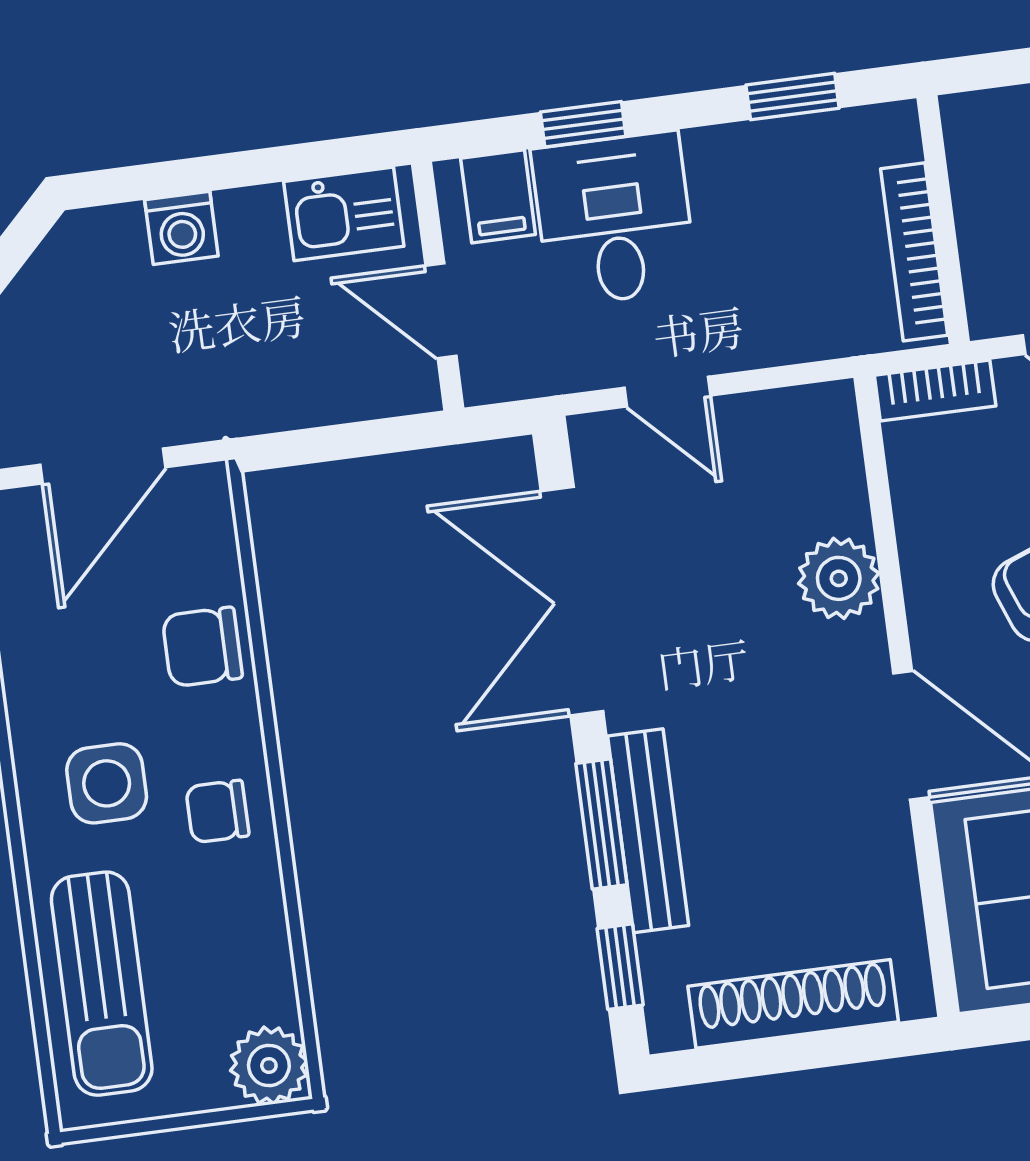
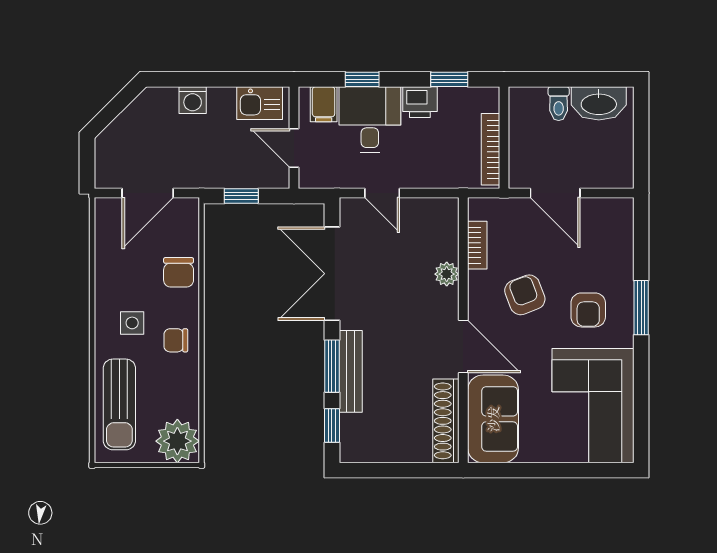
printer: (730, 161) -> (420, 102), added
bookcase: (935, 391) -> (477, 245), moved, turned -90
window: (329, 443) -> (241, 196), added
plant: (839, 578) -> (447, 274), width x0.73, depth x0.73
chair: (202, 647) -> (179, 272), turned -90
side table: (107, 783) -> (132, 323), width x0.73, depth x0.73
shoe rack: (793, 1004) -> (446, 421), moved, turned -90
plant: (269, 1065) -> (177, 441), width x1.36, depth x1.36

